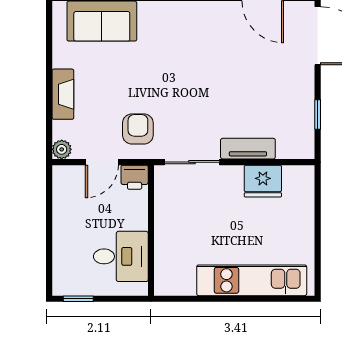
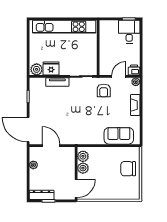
printer: (135, 177) -> (134, 70), moved
plant: (297, 179) -> (37, 69), added
desk: (121, 256) -> (129, 32), moved, turned 90
kitchen unit: (252, 280) -> (64, 27), width x1.36

